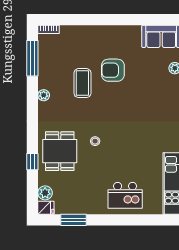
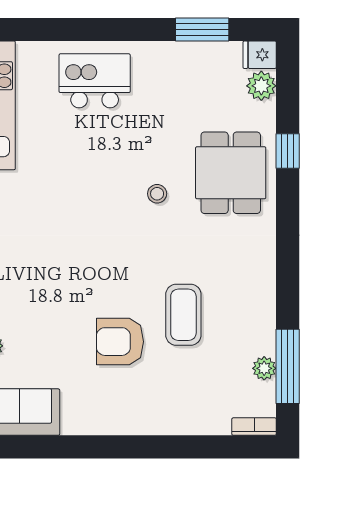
armchair: (113, 70) -> (120, 342), turned 180
plant: (44, 95) -> (264, 368), moved

